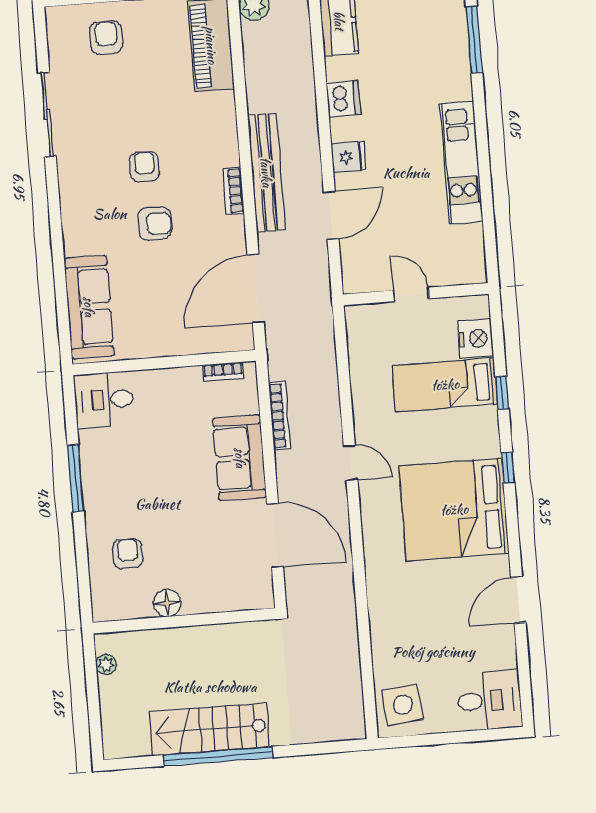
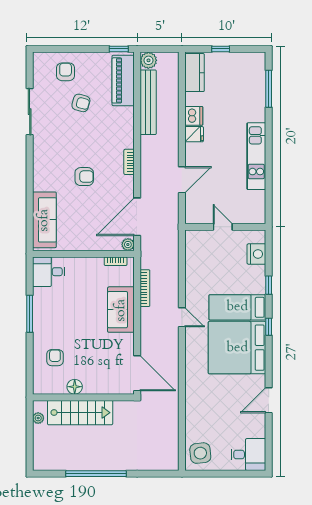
fridge: (349, 157) -> (194, 134), moved
armchair: (144, 167) -> (81, 103), moved, turned 105
bench: (266, 172) -> (148, 102), moved
plant: (243, 340) -> (128, 245), added
bed: (445, 385) -> (237, 307), moved
door: (275, 535) -> (137, 373), moved
stairs: (210, 729) -> (80, 413), moved, turned 180

